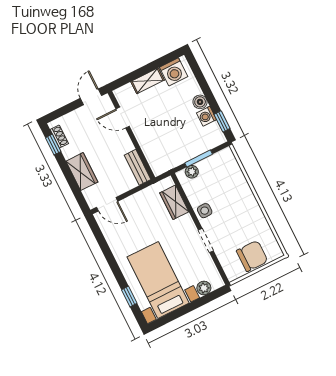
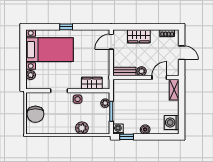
shelving: (147, 81) -> (174, 90), moved
door: (91, 97) -> (182, 53), moved
washing machine: (207, 116) -> (118, 129), moved
window: (53, 145) -> (164, 27), removed
plant: (126, 145) -> (141, 71), added
plant: (240, 186) -> (82, 128), added
window: (129, 296) -> (66, 27), moved

